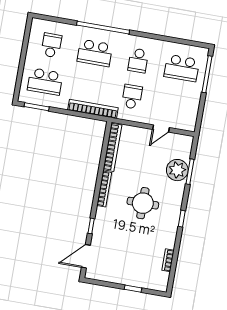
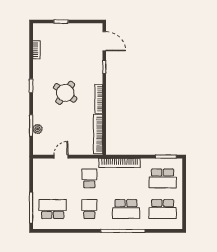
school desk: (51, 45) -> (163, 209), width x1.85
school desk: (95, 53) -> (126, 209), turned 180
school desk: (45, 82) -> (163, 178), turned 180
school desk: (132, 97) -> (89, 178), turned 180
plant: (177, 170) -> (38, 129), width x0.53, depth x0.53
round table: (143, 203) -> (65, 93), turned 36
door: (86, 256) -> (104, 41), hinge flipped

